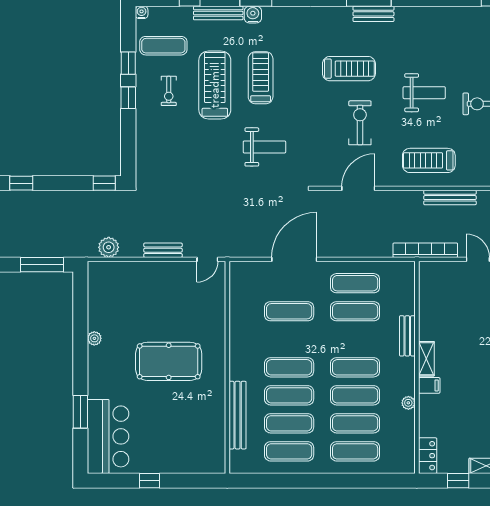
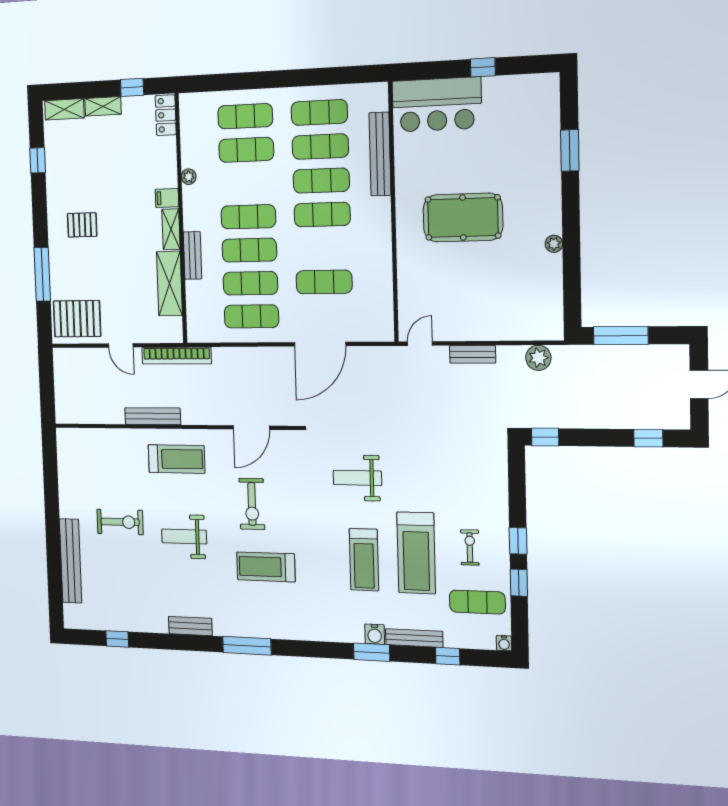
bench: (373, 14) -> (190, 626), moved
shelving: (430, 312) -> (169, 284), added
exercise mat: (355, 395) -> (249, 250), moved
bar counter: (108, 436) -> (437, 105), moved, turned -90

